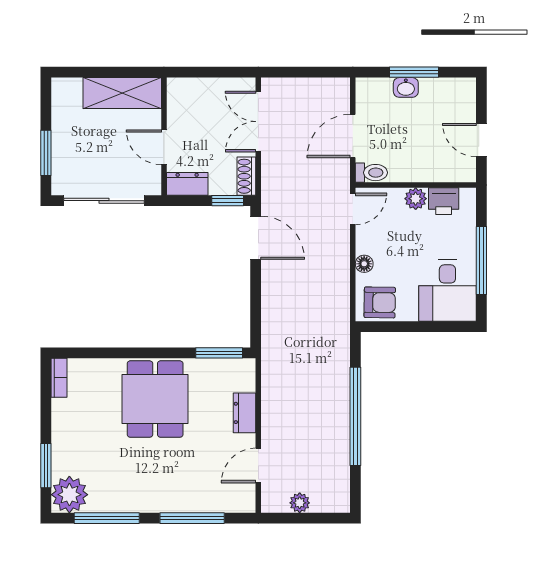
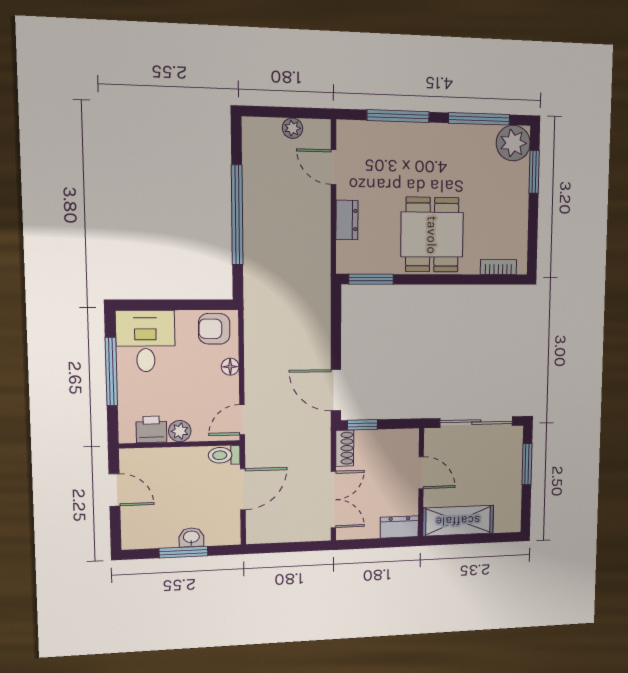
dresser: (187, 184) -> (399, 527), moved, turned 180
bookcase: (59, 378) -> (498, 267), moved, turned 90
door: (258, 466) -> (333, 167), swing flipped

